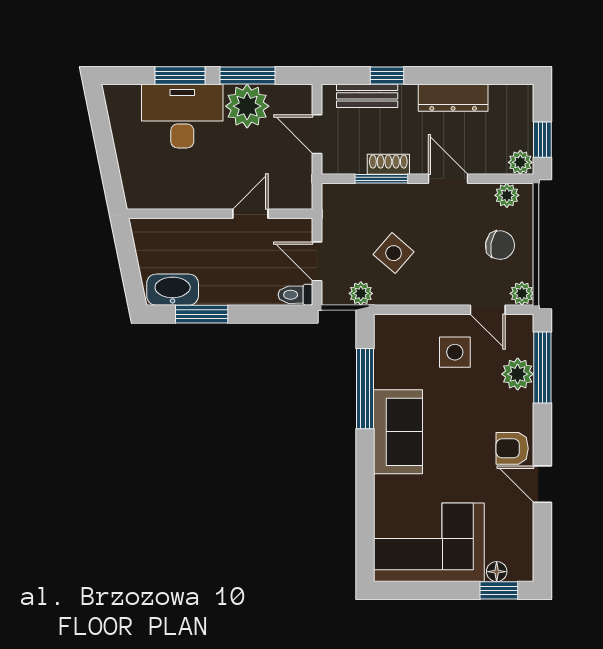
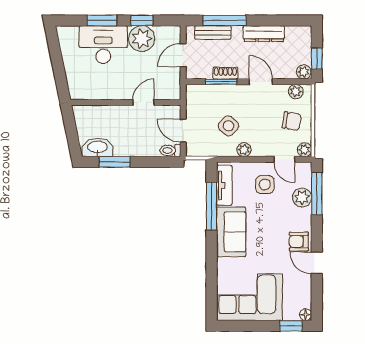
window: (247, 75) -> (142, 20), width x0.67
window: (387, 75) -> (225, 20), width x2.17
door: (317, 134) -> (183, 55), hinge flipped
plant: (361, 293) -> (244, 150), moved
tv unit: (387, 354) -> (224, 185), added
floor lamp: (497, 572) -> (306, 315), moved

